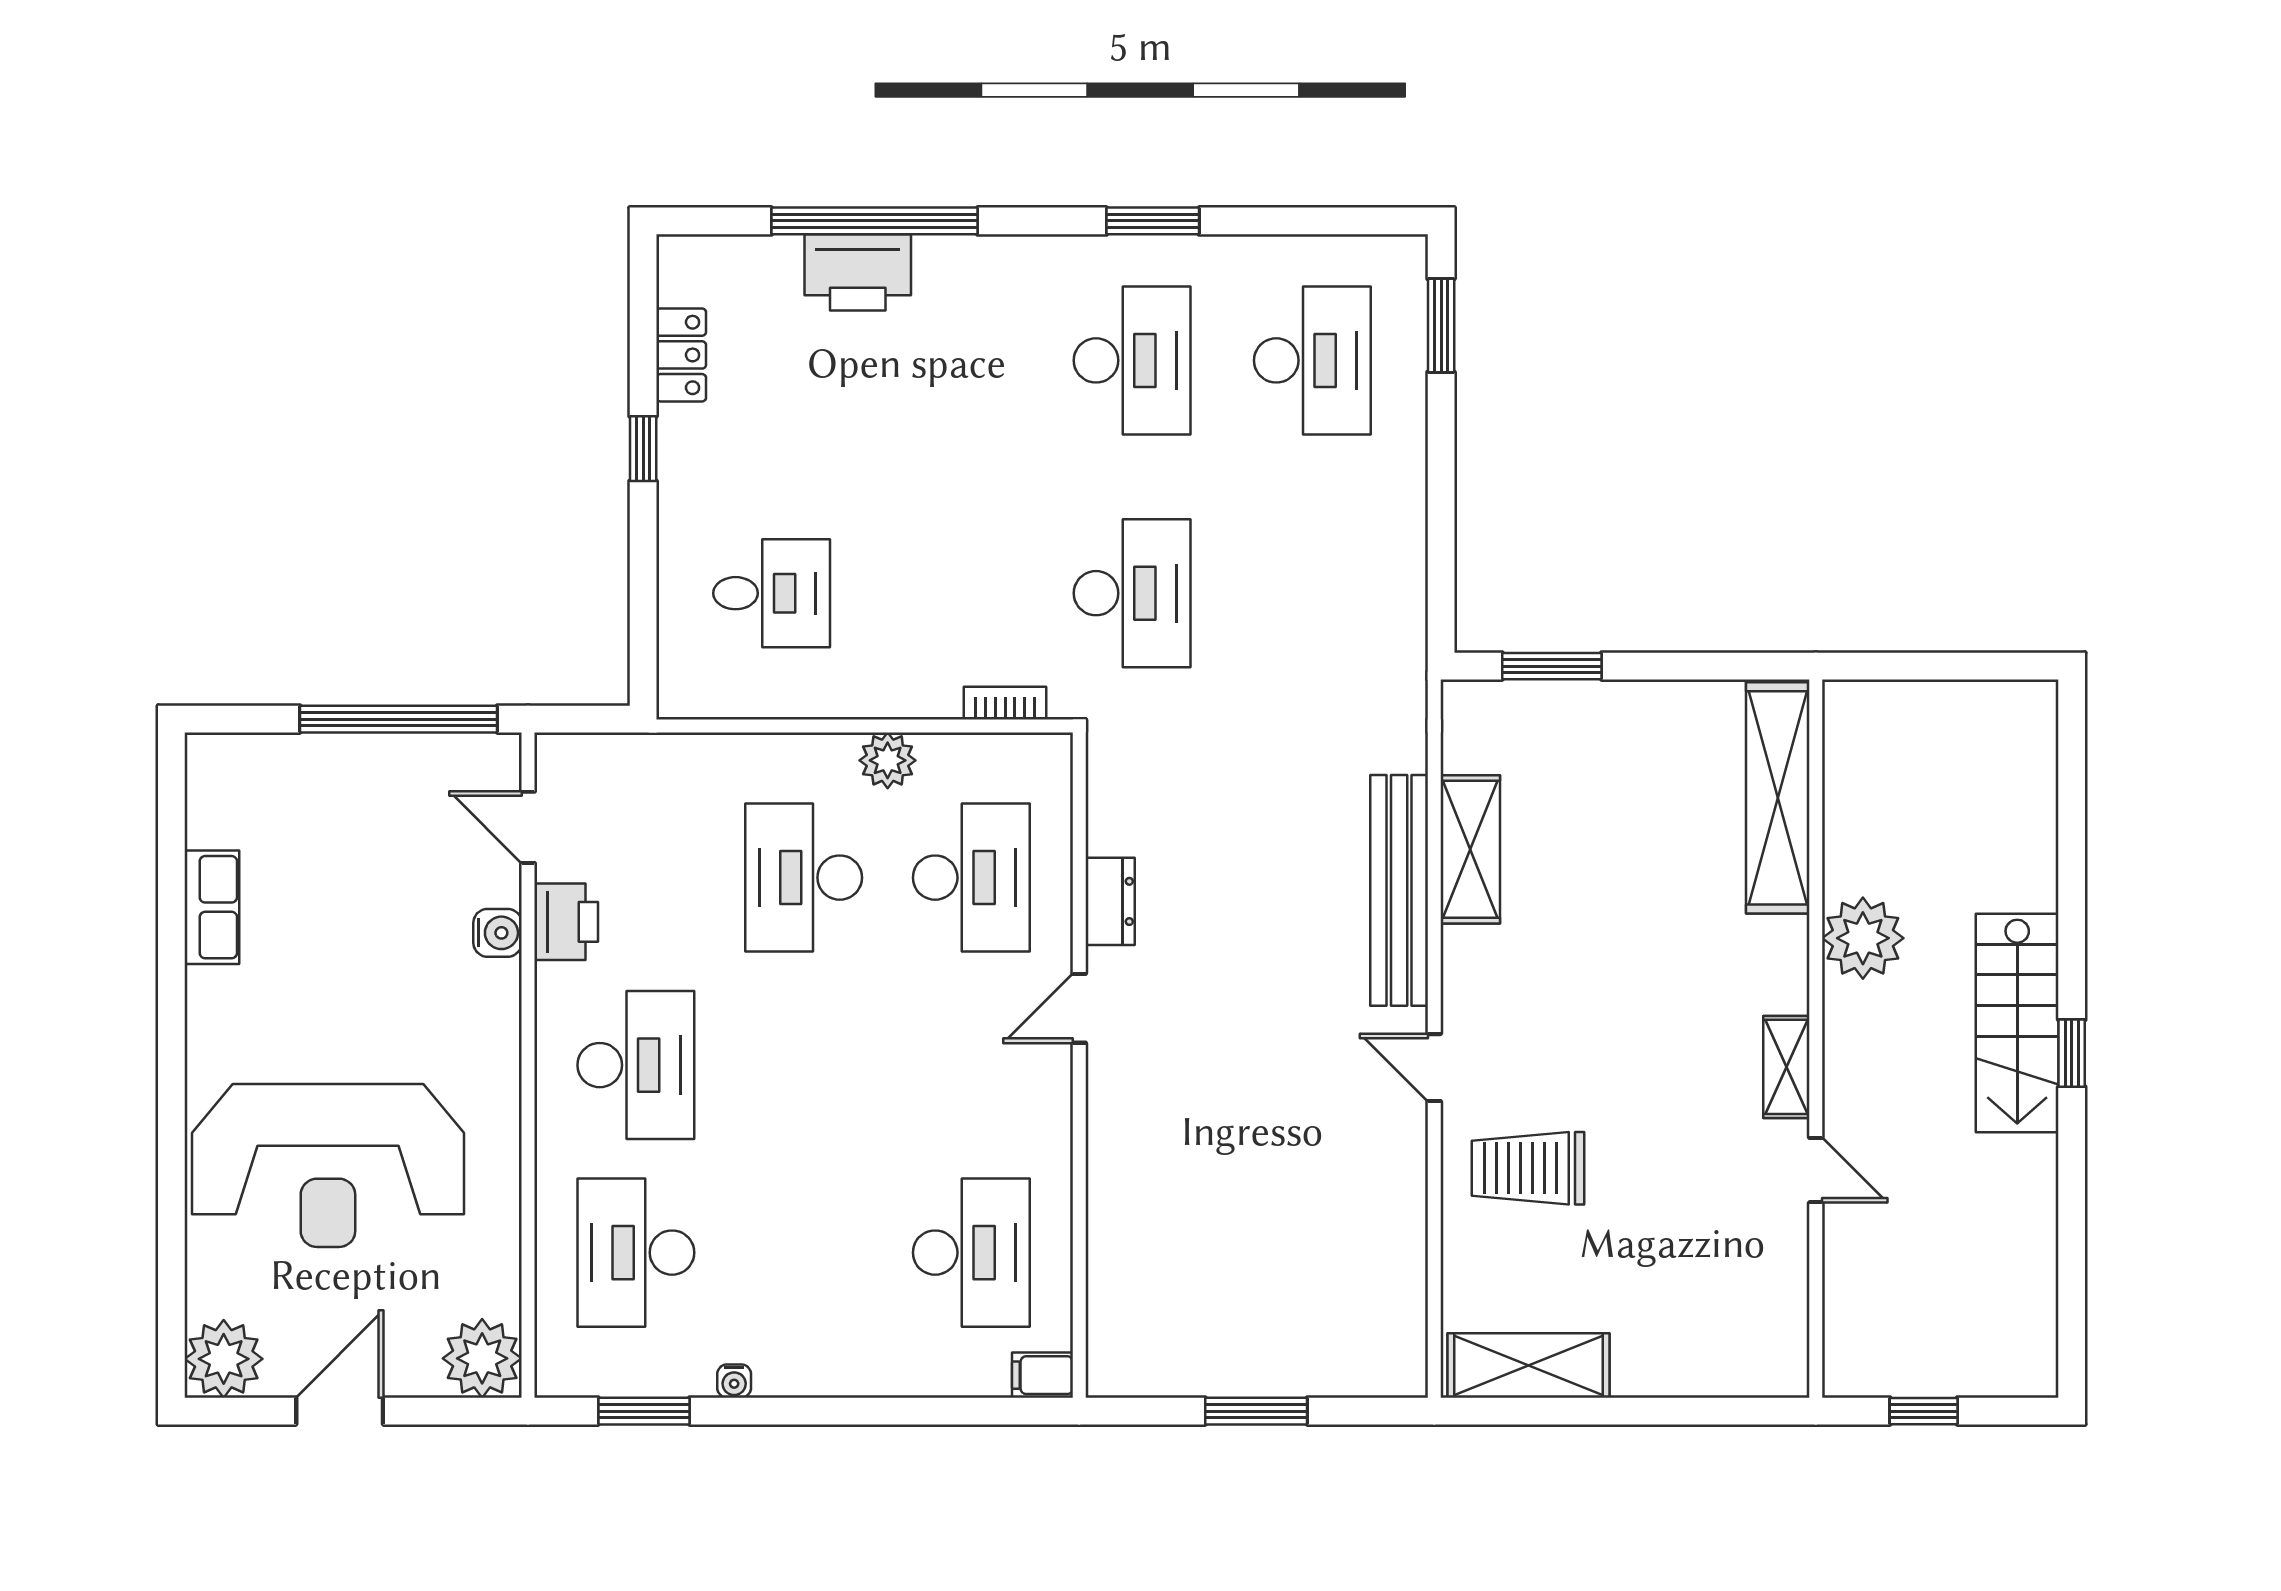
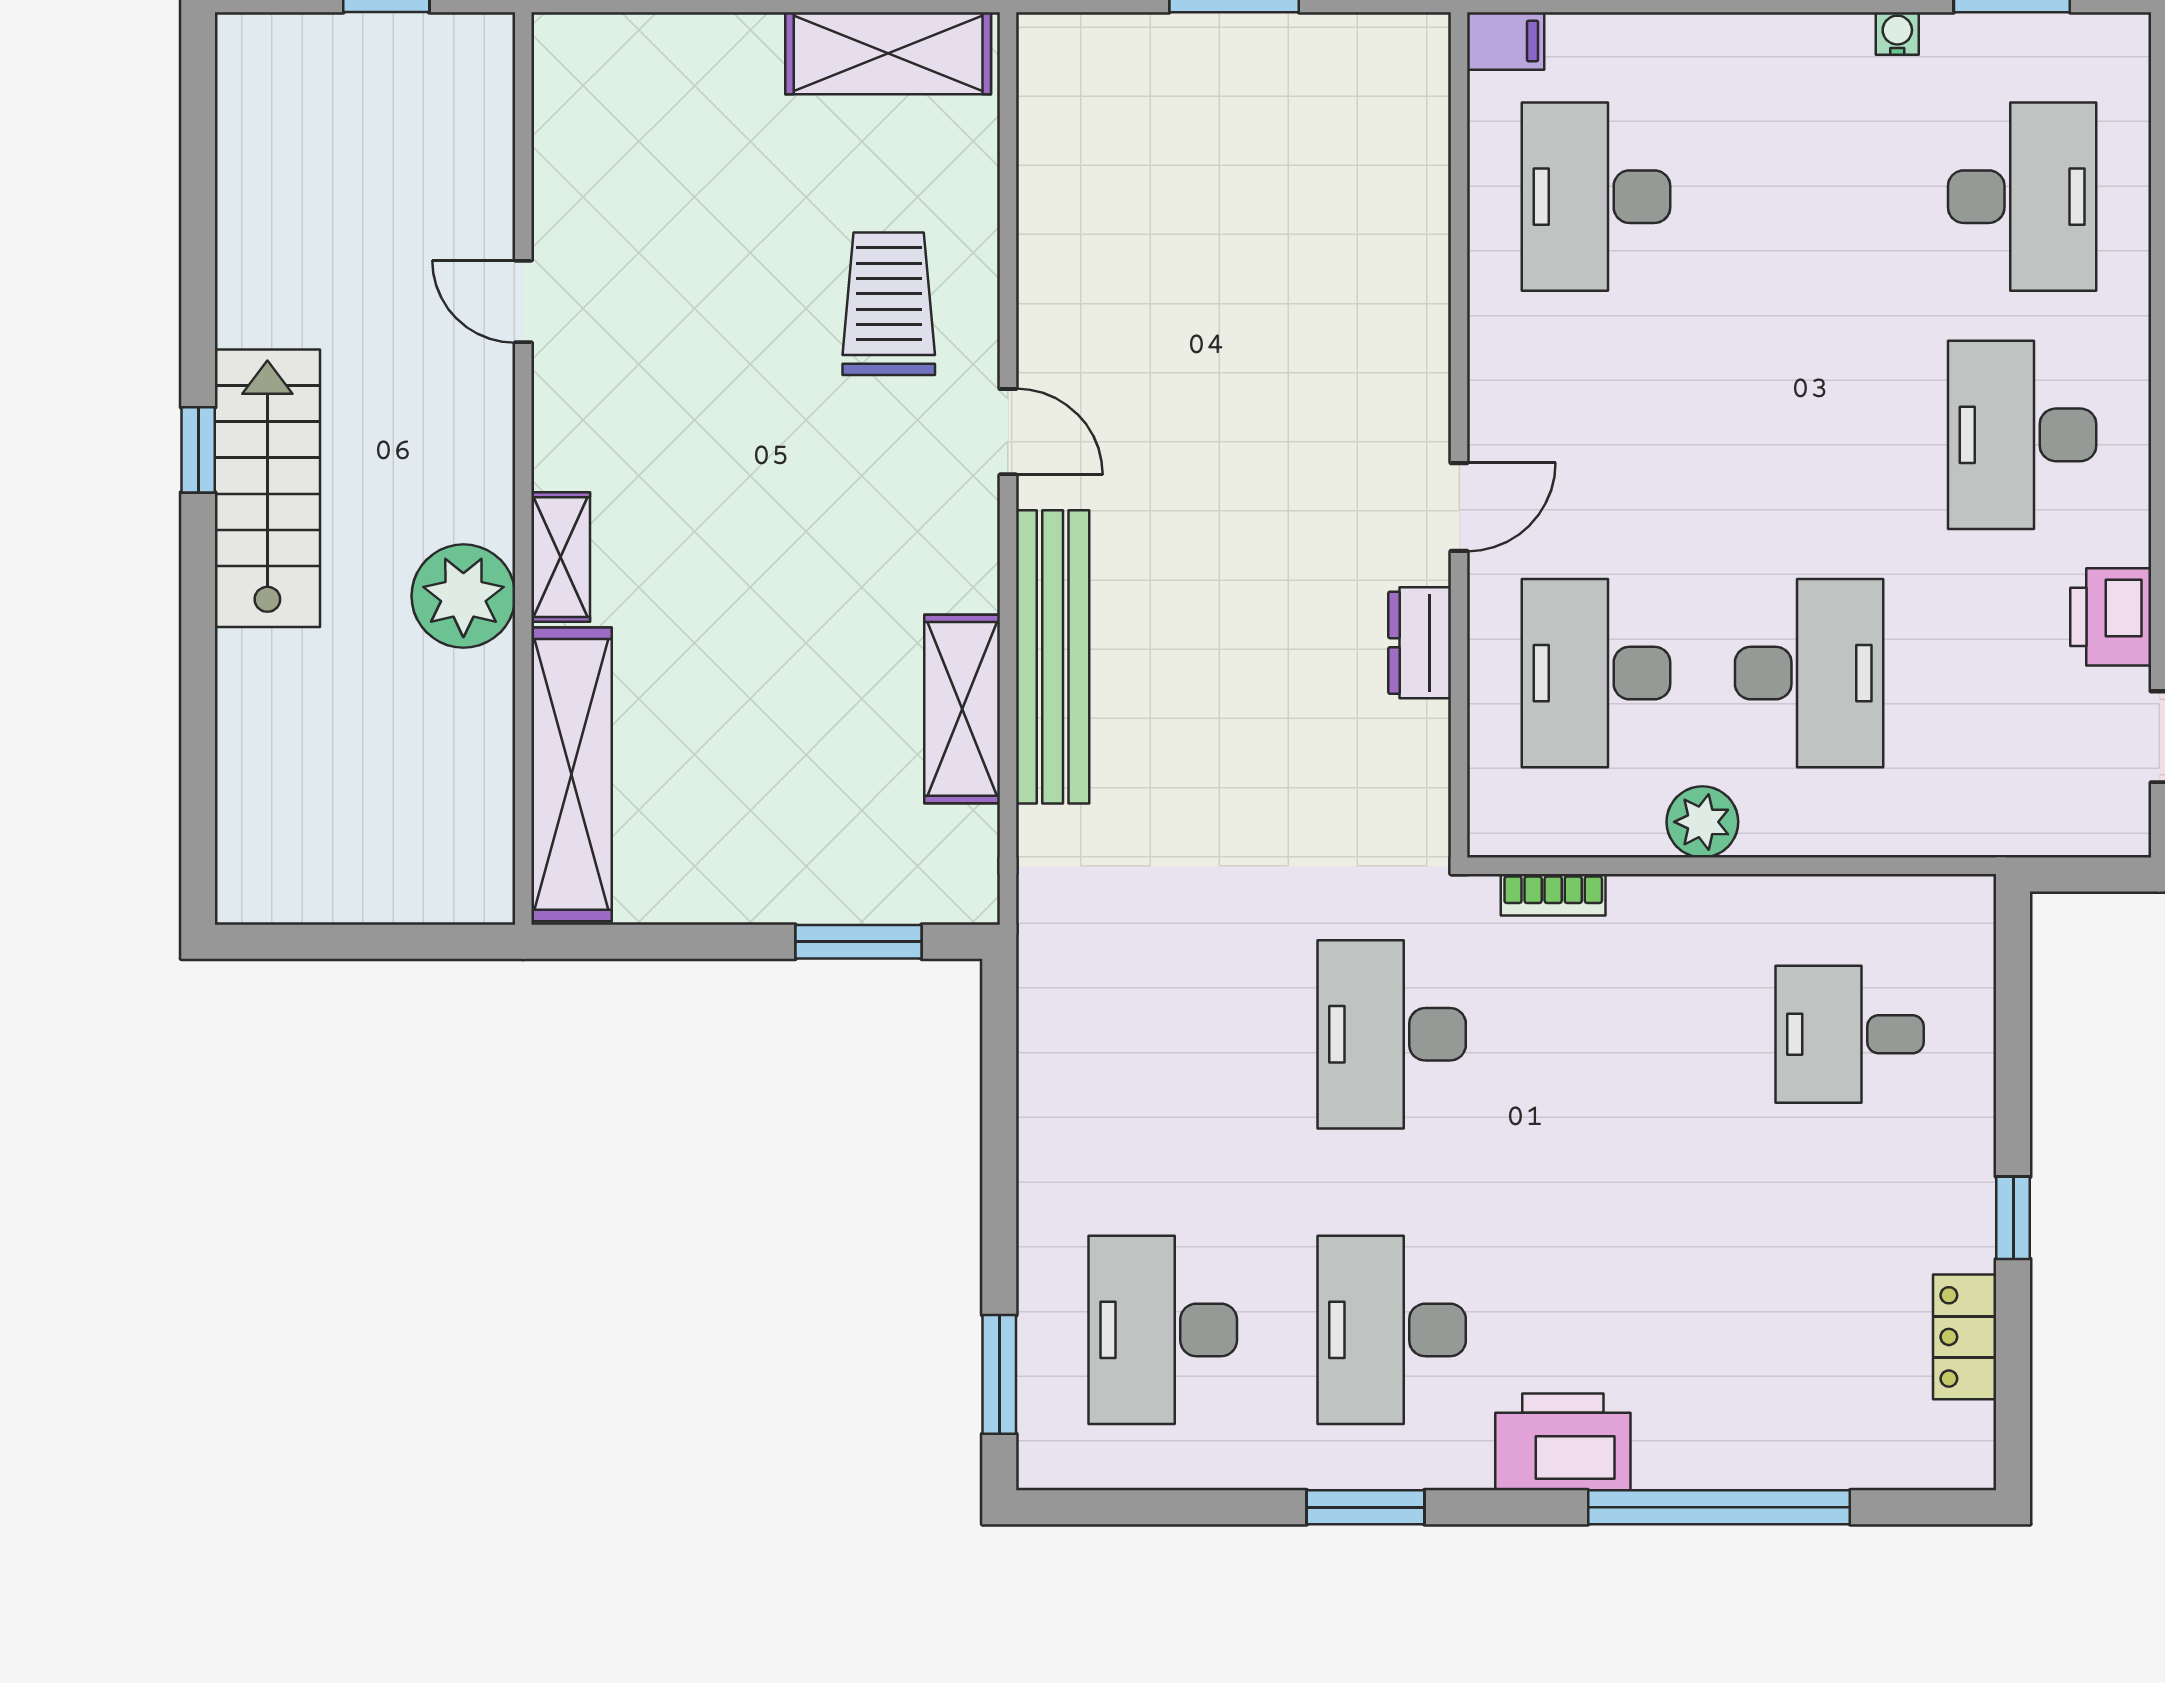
printer: (858, 272) -> (1563, 1442), moved
shelving: (1786, 1067) -> (561, 557), moved
trolley: (1528, 1168) -> (889, 304), turned -90

